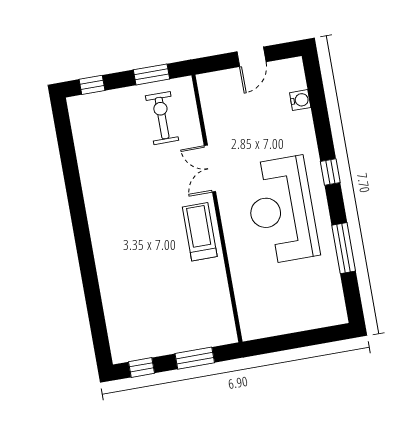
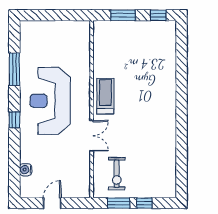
window: (92, 85) -> (144, 203), moved
reception desk: (281, 210) -> (50, 101), turned 180
treadmill: (200, 232) -> (105, 96), turned 180

